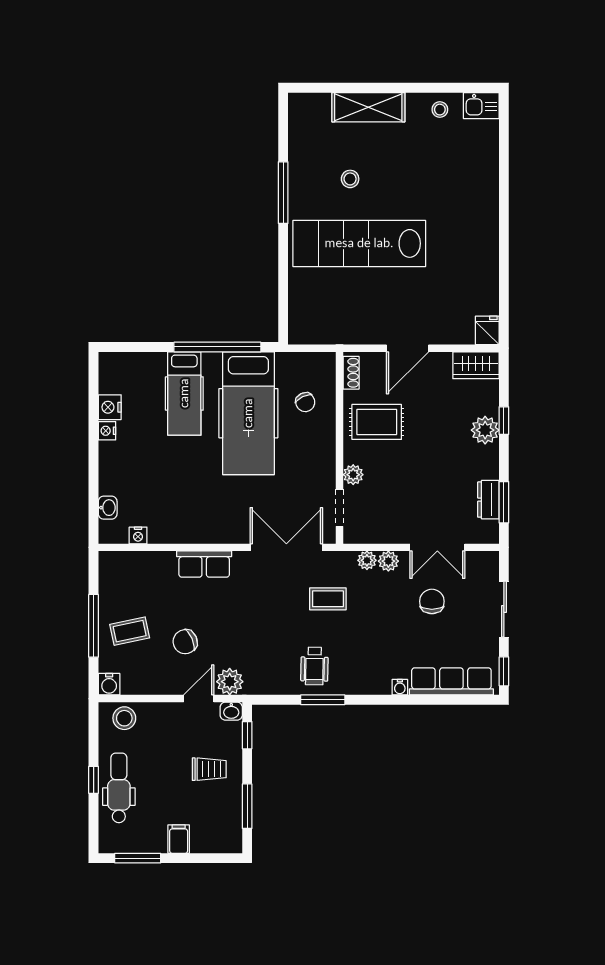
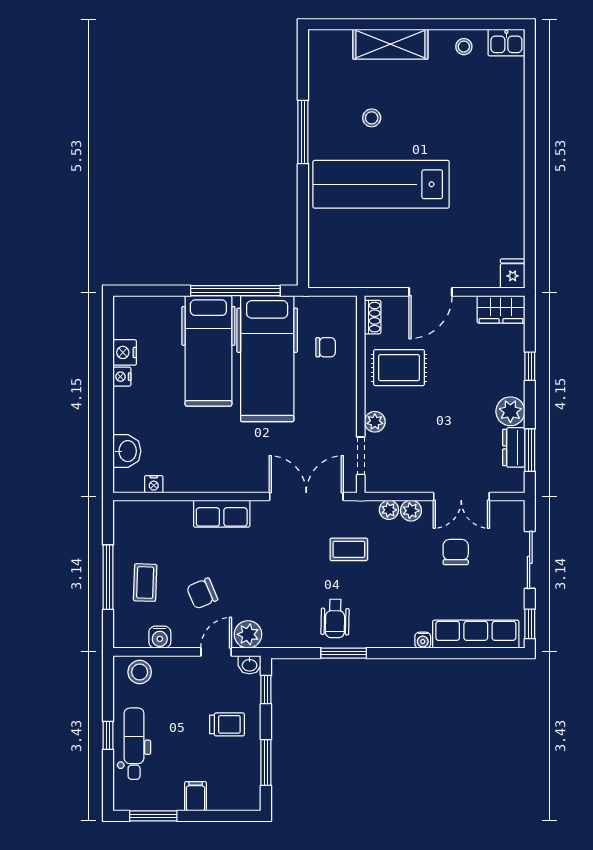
hospital bed: (184, 393) -> (208, 351), width x1.37, depth x1.29
chair: (305, 402) -> (326, 347), turned -64
plant: (485, 430) -> (510, 411), moved
washbasin: (108, 508) -> (127, 451), width x1.38, depth x1.45
coffee table: (130, 631) -> (145, 583), turned -76
water cooler: (109, 684) -> (160, 637), moved

